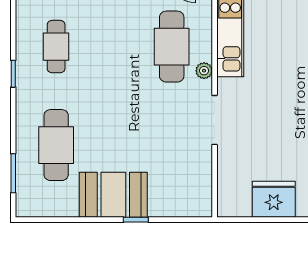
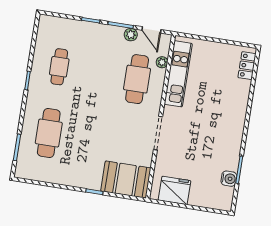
plant: (204, 71) -> (162, 62), moved
booth: (113, 195) -> (126, 180), moved
fridge: (274, 199) -> (175, 190), moved

